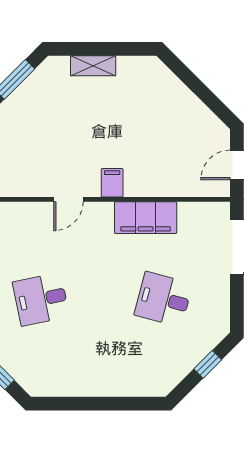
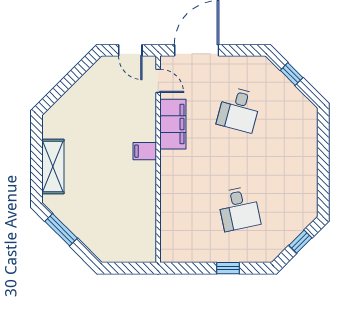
shelving: (93, 66) -> (53, 167), width x1.50, depth x1.33
door: (68, 199) -> (158, 81), moved

